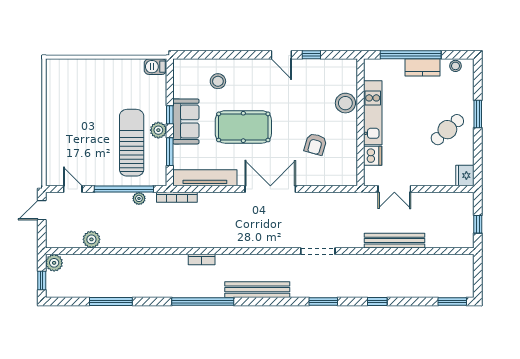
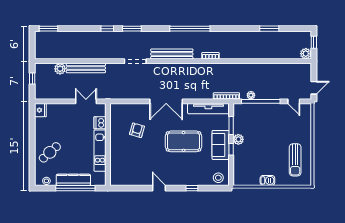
window: (311, 55) -> (192, 188), moved
barbecue: (155, 67) -> (267, 180), moved
kitchen counter: (423, 67) -> (73, 180), width x1.50
stool: (218, 81) -> (218, 178), moved
stool: (345, 103) -> (118, 157), removed
window: (478, 114) -> (32, 150), removed
cafe table: (447, 130) -> (50, 152), moved
sun lounger: (132, 143) -> (295, 160), moved, width x0.73, depth x0.75
plant: (91, 239) -> (60, 69), moved
bench: (257, 290) -> (172, 54), moved
window: (111, 302) -> (269, 29), width x0.69
window: (203, 302) -> (190, 29), moved
window: (377, 302) -> (107, 29), moved

